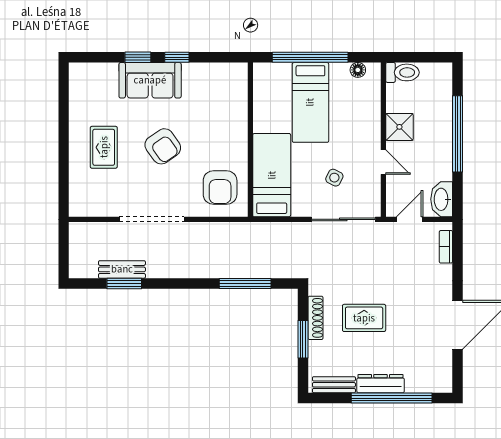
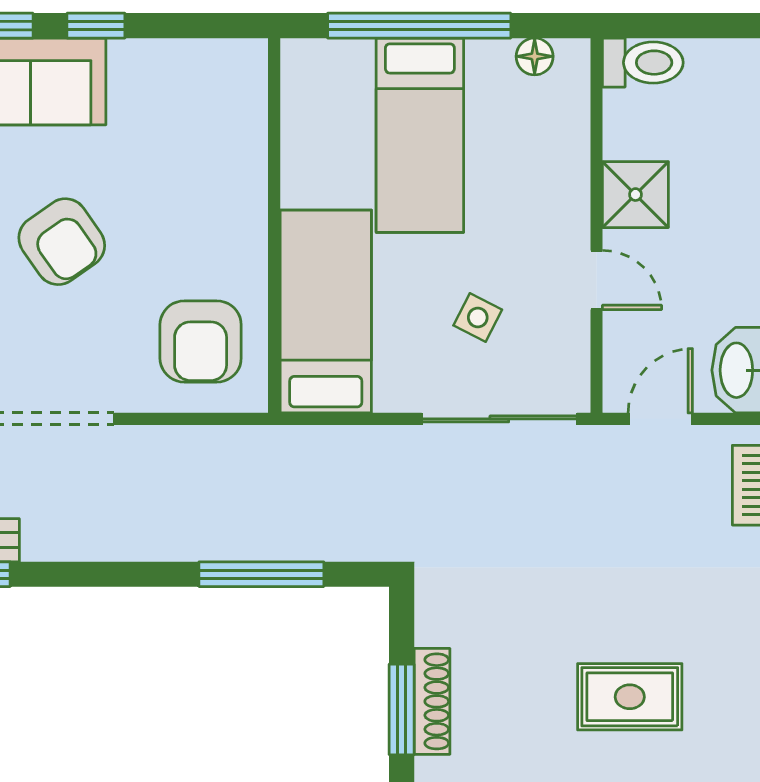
shoe rack: (315, 318) -> (432, 701), moved
rug: (364, 318) -> (630, 697), moved

